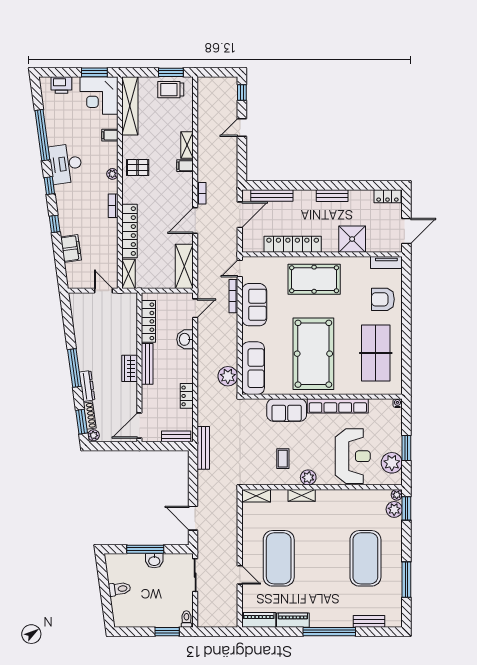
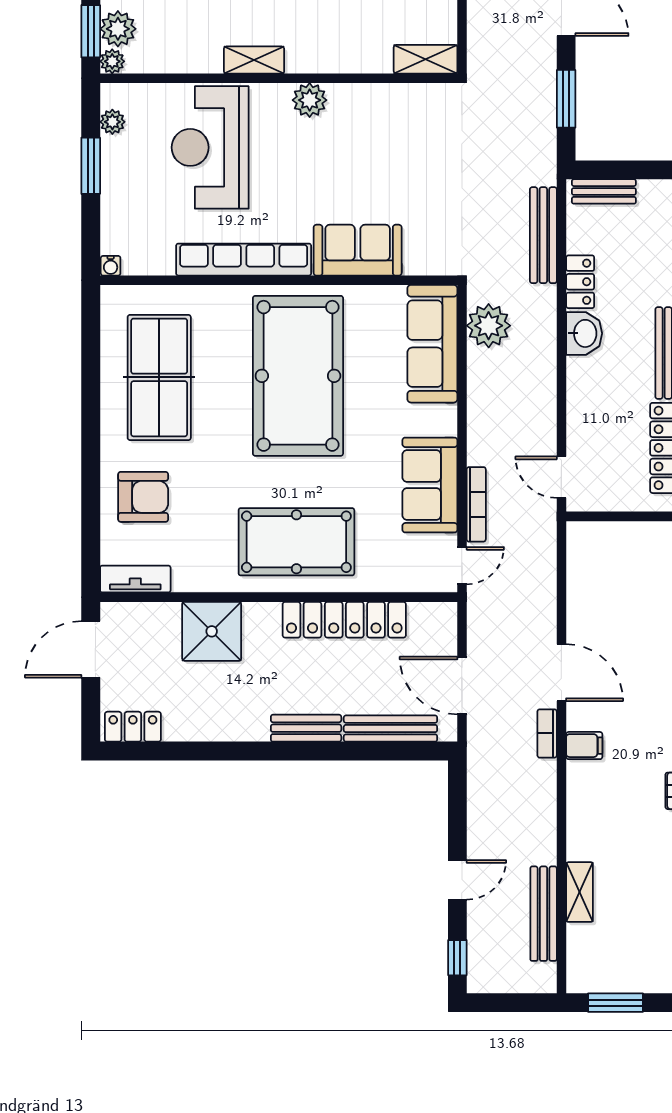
trolley: (171, 90) -> (616, 964), removed
bench: (203, 112) -> (544, 914), added
shelving: (187, 145) -> (580, 892), moved
filing cabinet: (185, 166) -> (584, 746), moved
bench: (332, 196) -> (306, 728), moved
door: (240, 215) -> (462, 685), hinge flipped
door: (195, 220) -> (561, 673), hinge flipped
shelving: (184, 266) -> (586, 571), removed
door: (195, 308) -> (561, 477), hinge flipped
washbasin: (185, 339) -> (584, 333), moved
bench: (203, 448) -> (543, 235), moved
coffee table: (283, 459) -> (366, 142), removed
plant: (392, 463) -> (112, 122), width x0.53, depth x0.53
window: (193, 478) -> (566, 99), added
shelving: (302, 495) -> (254, 60), moved

